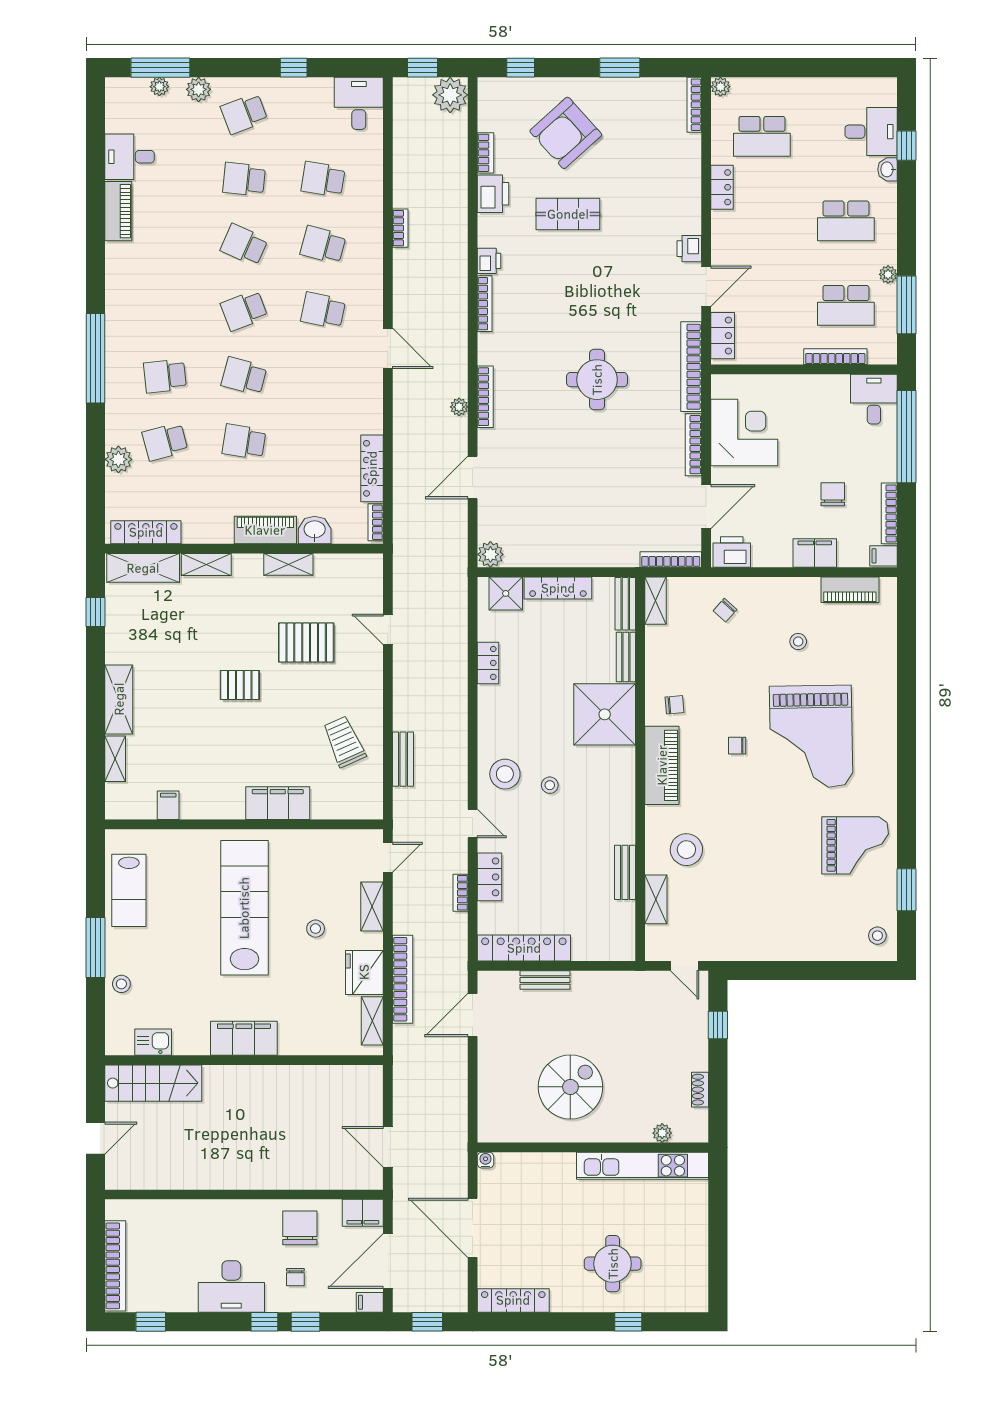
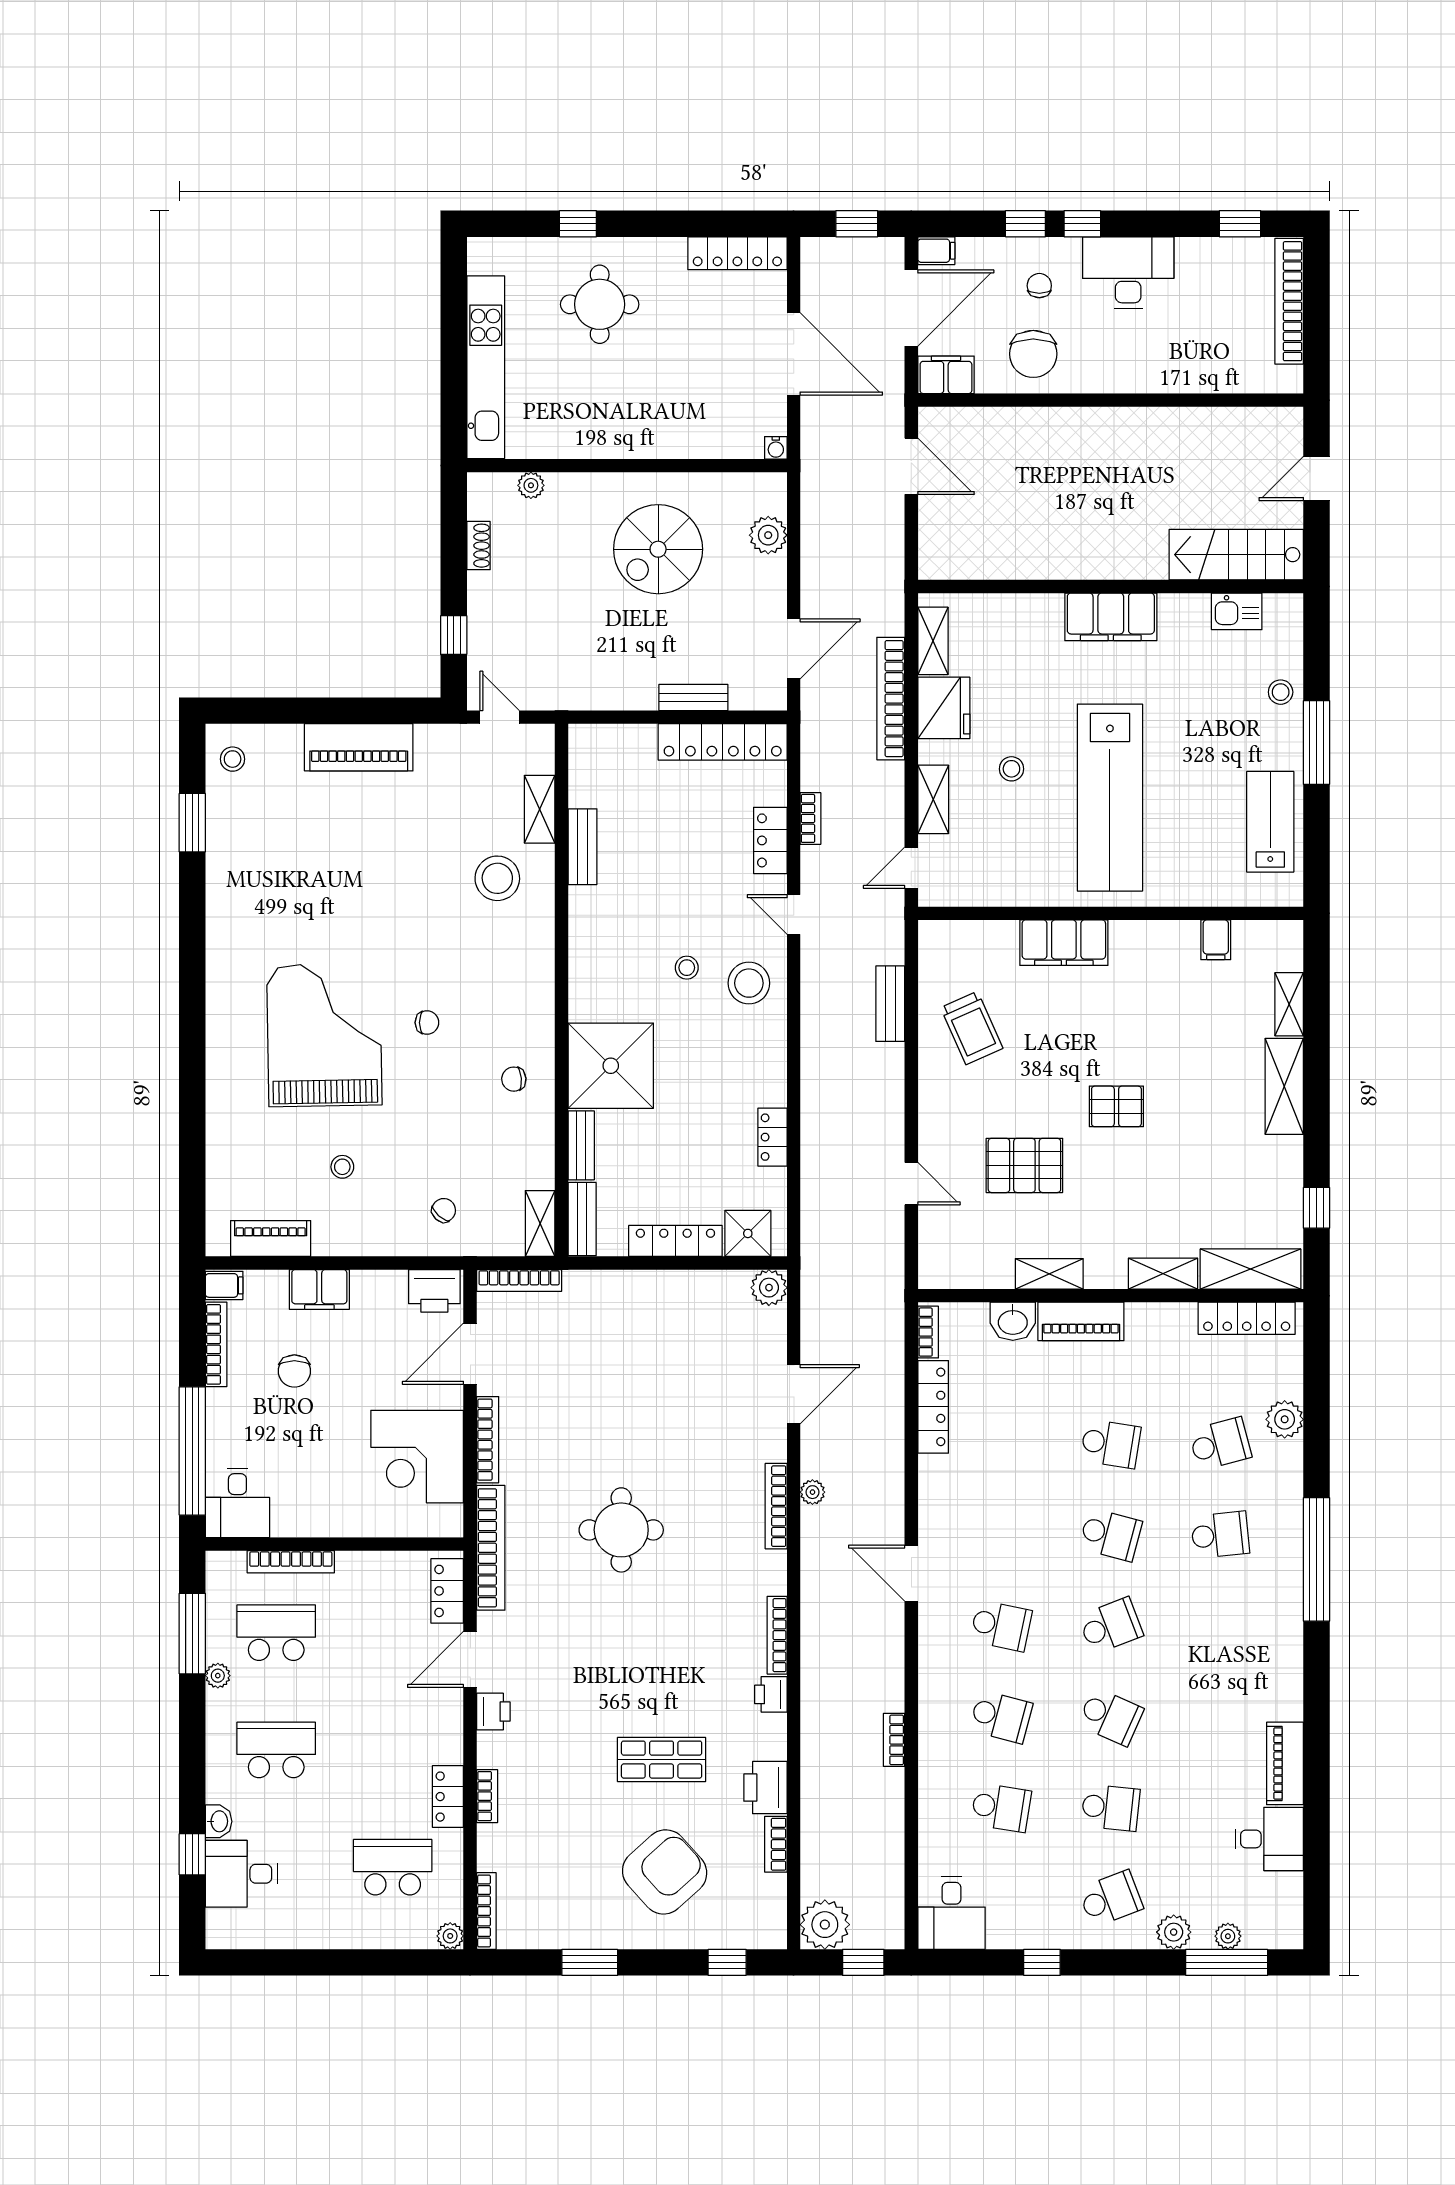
bookcase: (694, 188) -> (487, 1796), added
piano: (662, 765) -> (359, 747), moved, turned -90
grand piano: (855, 845) -> (264, 884), removed
plant: (491, 1097) -> (768, 535), added
kitchen unit: (642, 1166) -> (486, 367), moved, turned 90

